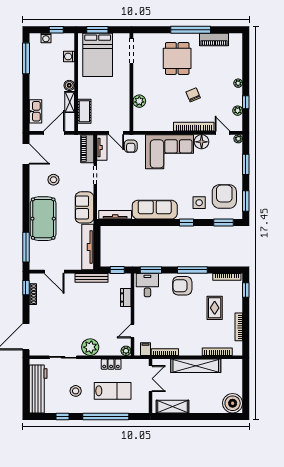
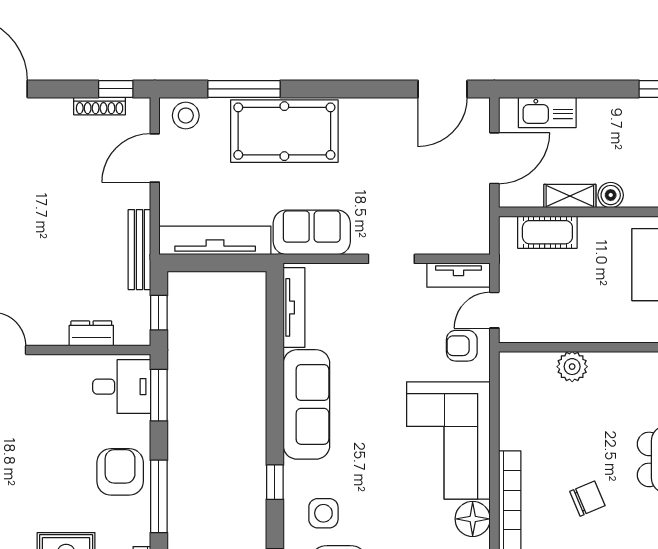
door: (54, 133) -> (494, 158), hinge flipped
piano: (87, 149) -> (456, 239), removed
stool: (54, 180) -> (186, 116), moved
window: (26, 247) -> (244, 89), moved

